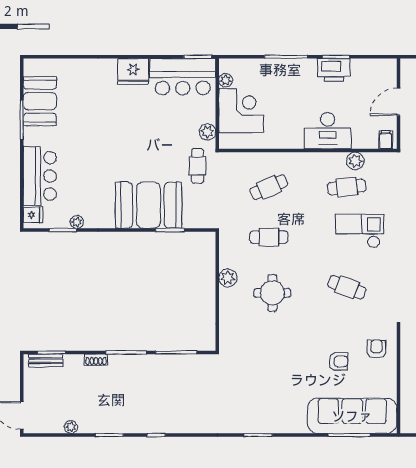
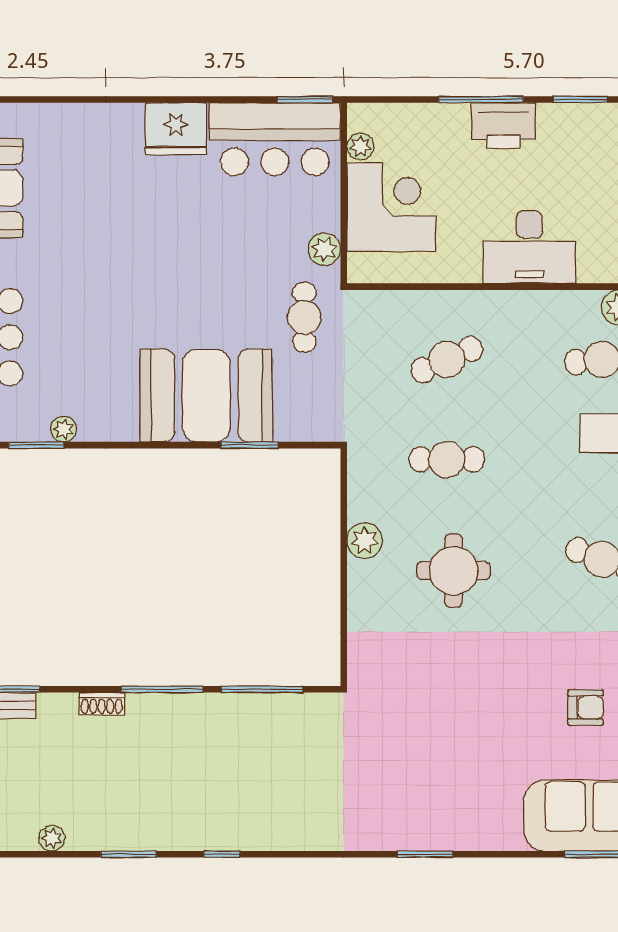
printer: (334, 70) -> (504, 126), moved
desk: (328, 131) -> (529, 247), moved

